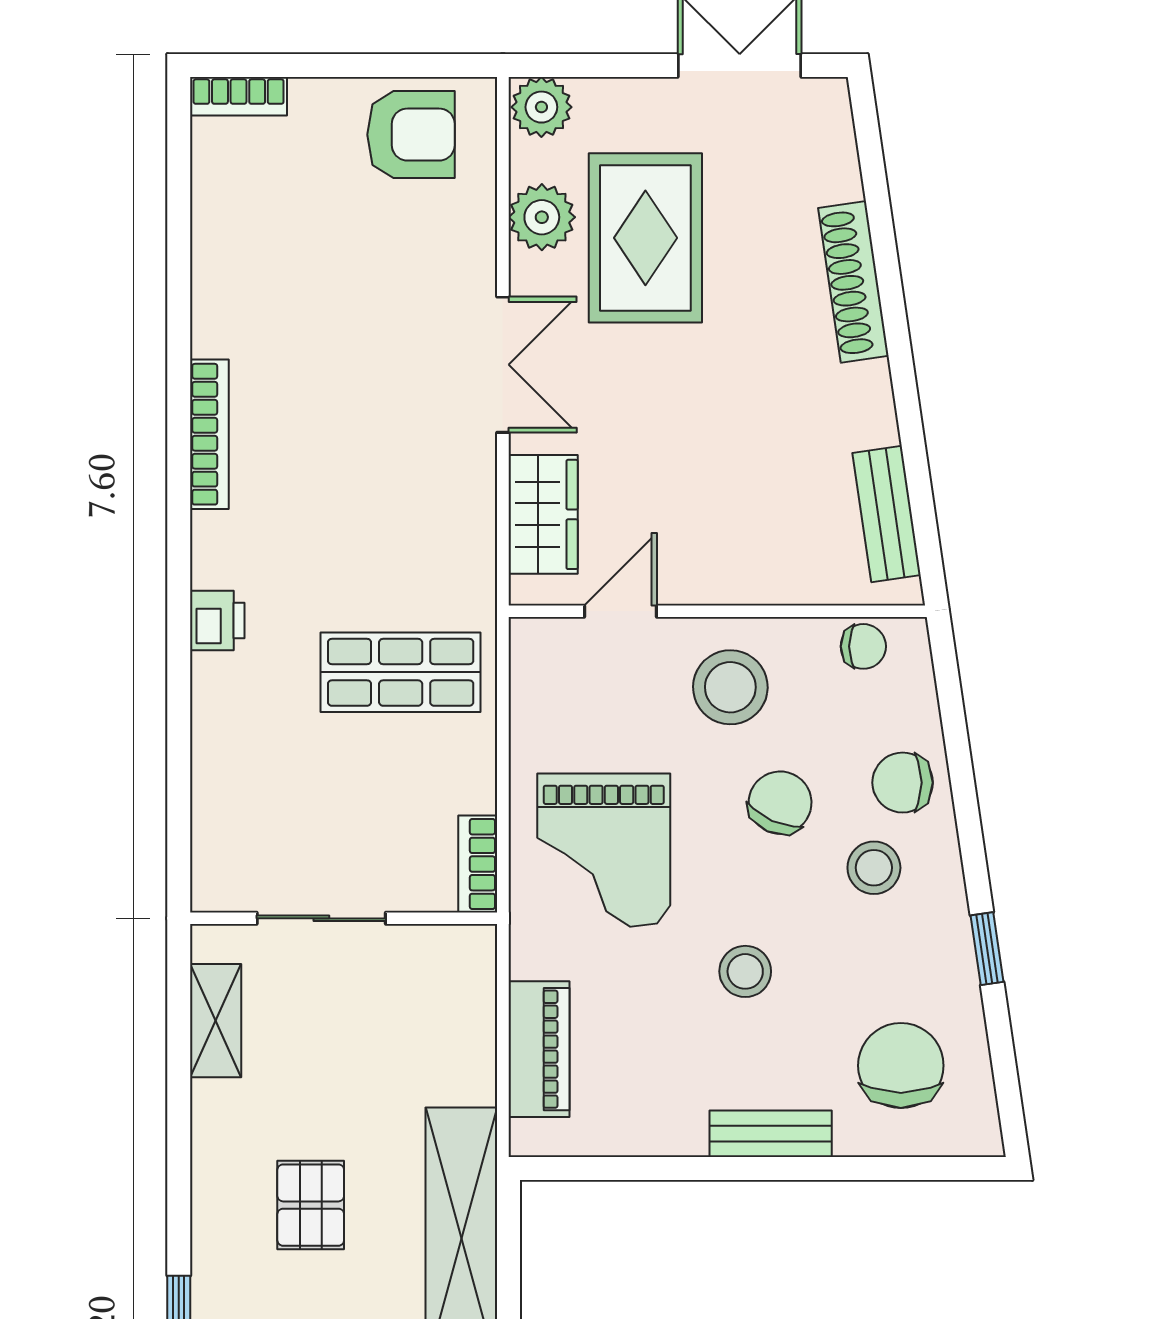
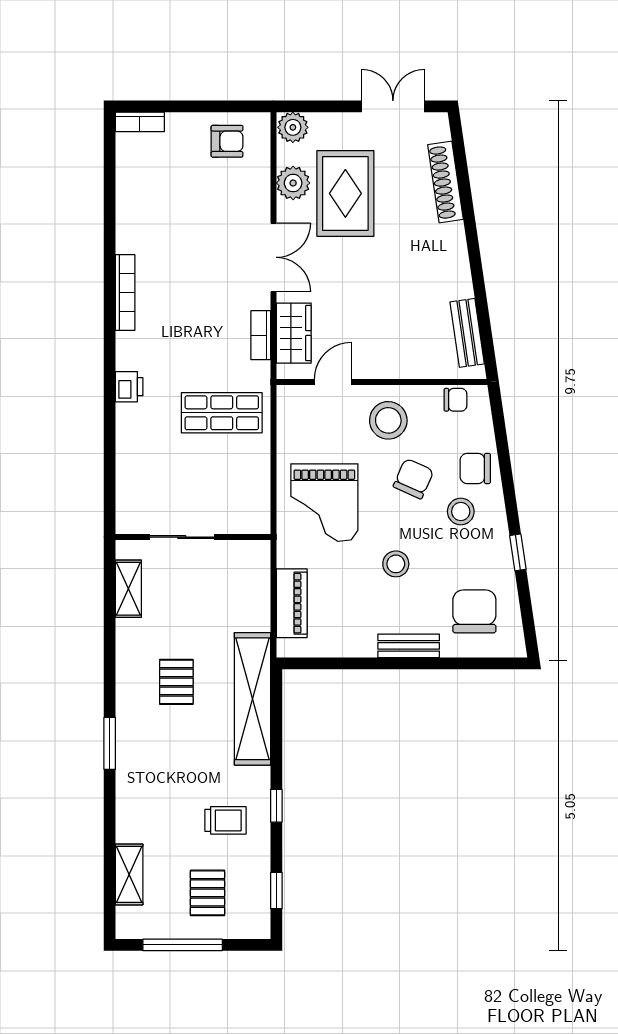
armchair: (411, 135) -> (227, 141), width x0.72, depth x0.72
shoe rack: (853, 282) -> (446, 182), moved
bookcase: (478, 864) -> (261, 335), moved

